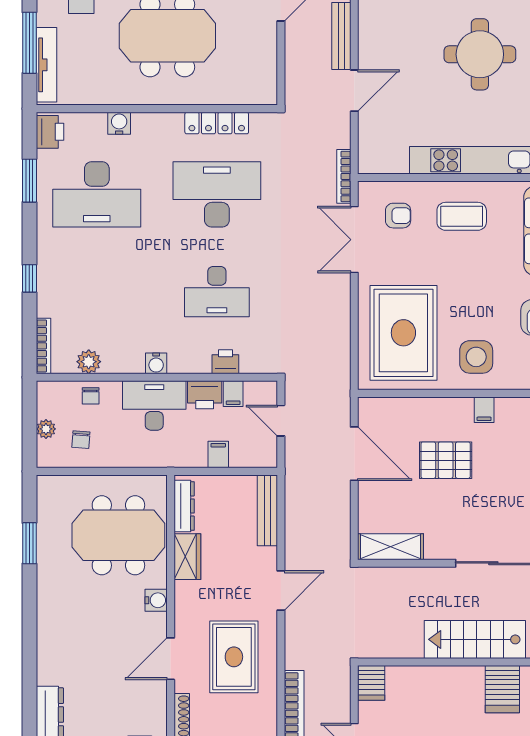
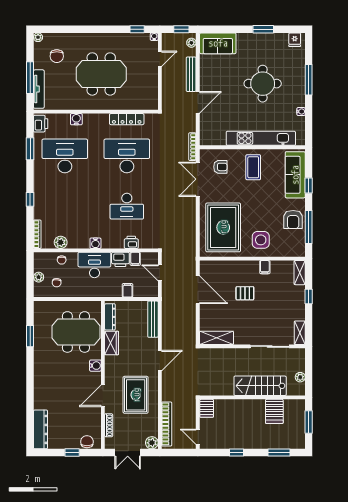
desk: (97, 194) -> (65, 156), turned 180
coffee table: (462, 216) -> (253, 167), turned 90
pallet: (446, 460) -> (245, 293), width x0.67, depth x0.71

